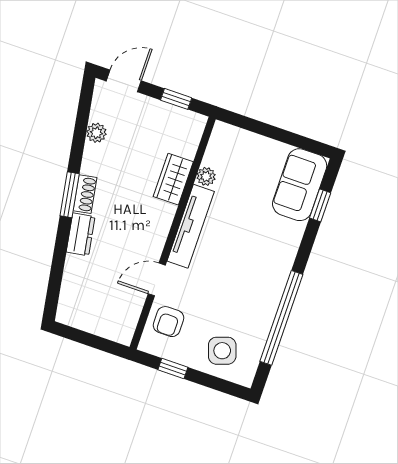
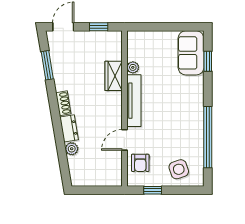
plant: (96, 133) -> (72, 149), moved
window: (70, 195) -> (47, 65), moved

